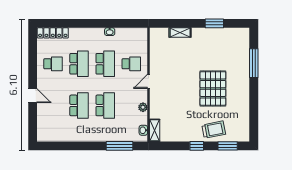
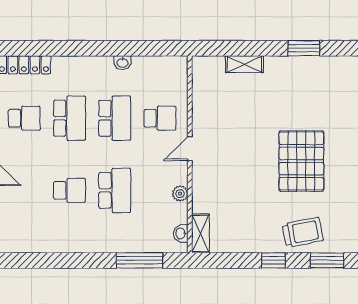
school desk: (79, 105) -> (70, 190), width x0.54

